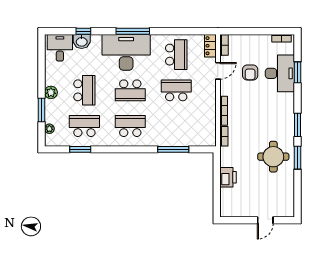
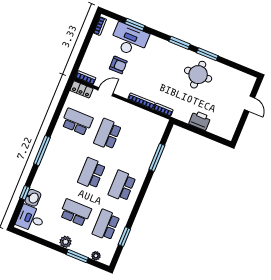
desk: (126, 52) -> (58, 164), removed
door: (218, 71) -> (106, 92), hinge flipped
school desk: (130, 90) -> (92, 173), turned 180

